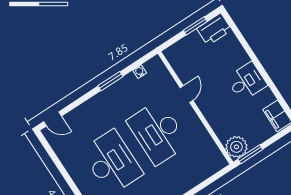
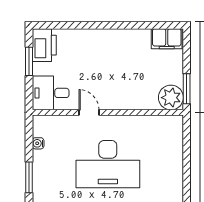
desk: (247, 82) -> (51, 93), moved, turned -90

